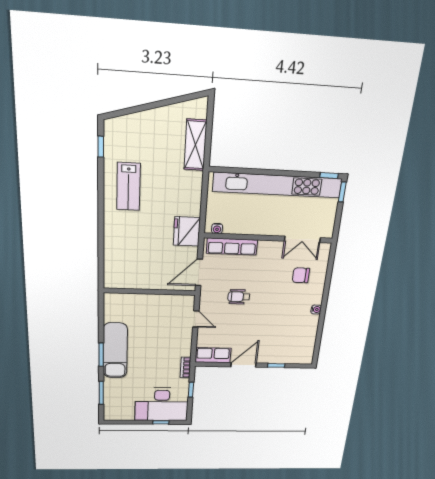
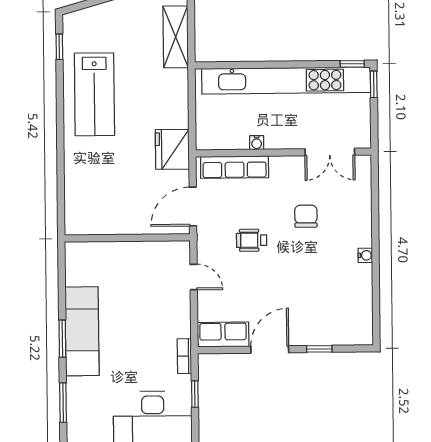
lab bench: (128, 187) -> (94, 94), width x1.36, depth x1.39
water cooler: (217, 228) -> (257, 143), moved
chair: (301, 275) -> (306, 216), moved, turned 90

